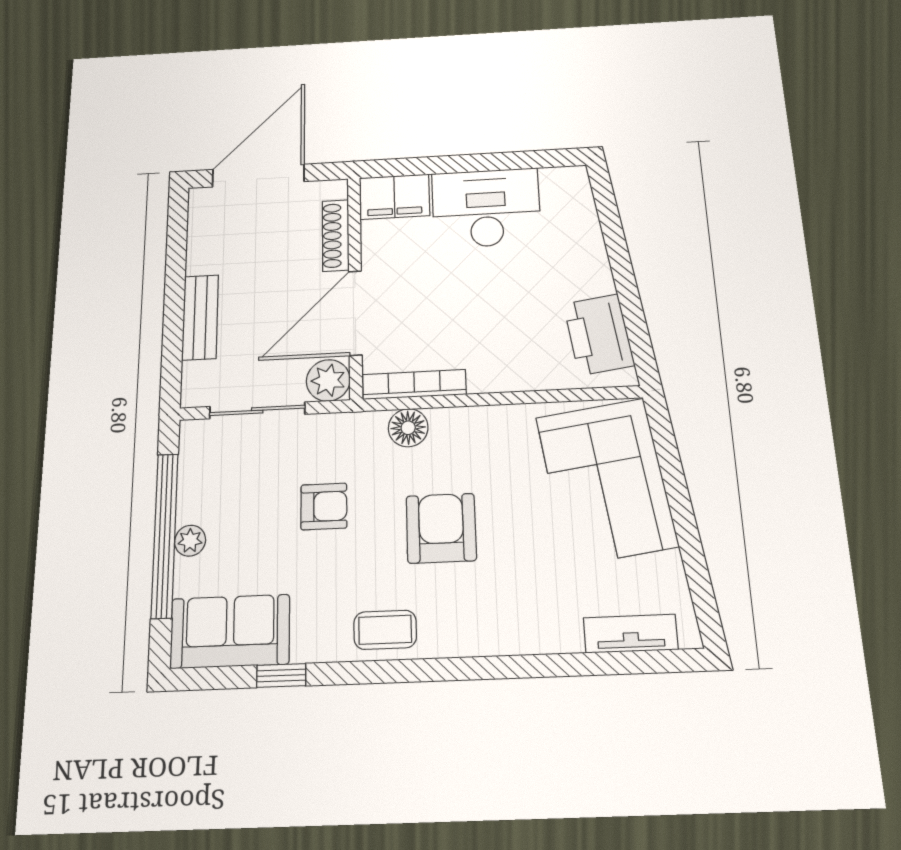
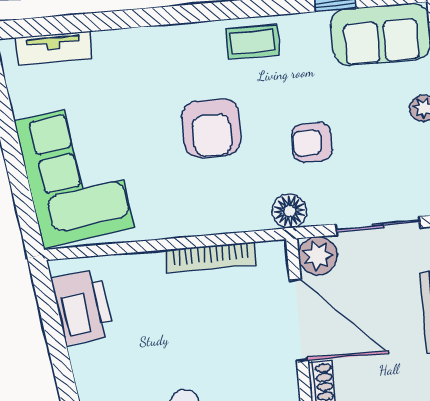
door: (355, 313) -> (299, 320), hinge flipped
bookcase: (414, 384) -> (211, 257), moved
floor lamp: (408, 428) -> (289, 211), moved

